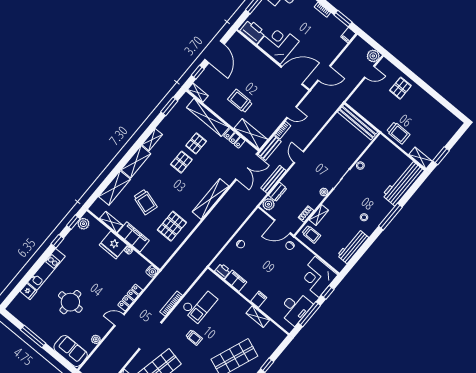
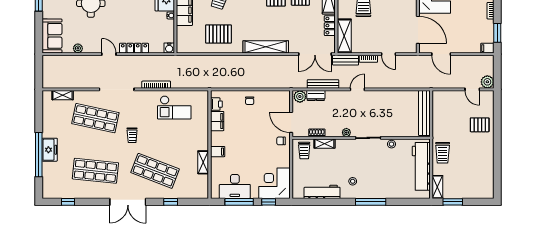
workbench: (403, 183) -> (421, 166), moved, turned -90
trolley: (194, 337) -> (132, 135), moved

